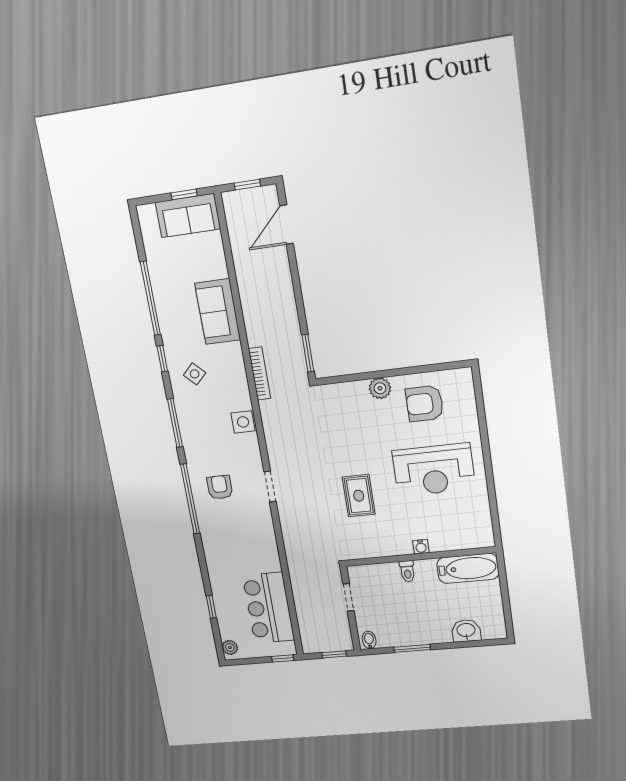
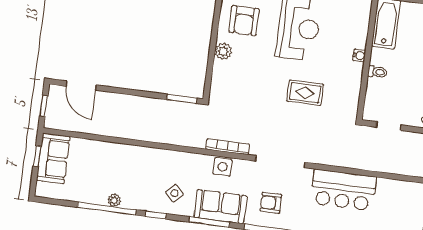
plant: (163, 305) -> (114, 200), added
sofa: (218, 311) -> (220, 207), moved, turned 180
bookcase: (260, 373) -> (228, 147), moved
doorway: (270, 487) -> (280, 162), width x1.87
bar counter: (268, 608) -> (343, 190), moved

